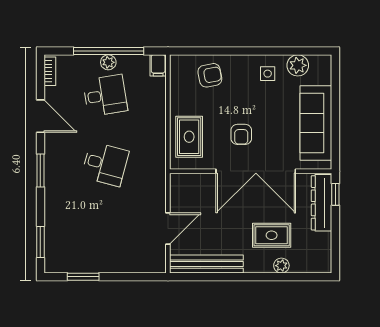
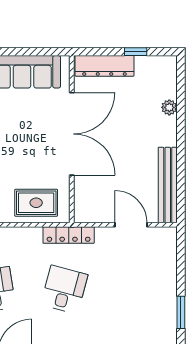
armchair: (241, 134) -> (34, 149), removed
locker: (158, 168) -> (69, 235), added
window: (335, 194) -> (136, 52), moved
rug: (272, 235) -> (138, 118), removed

